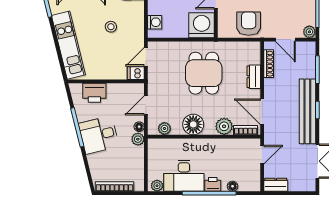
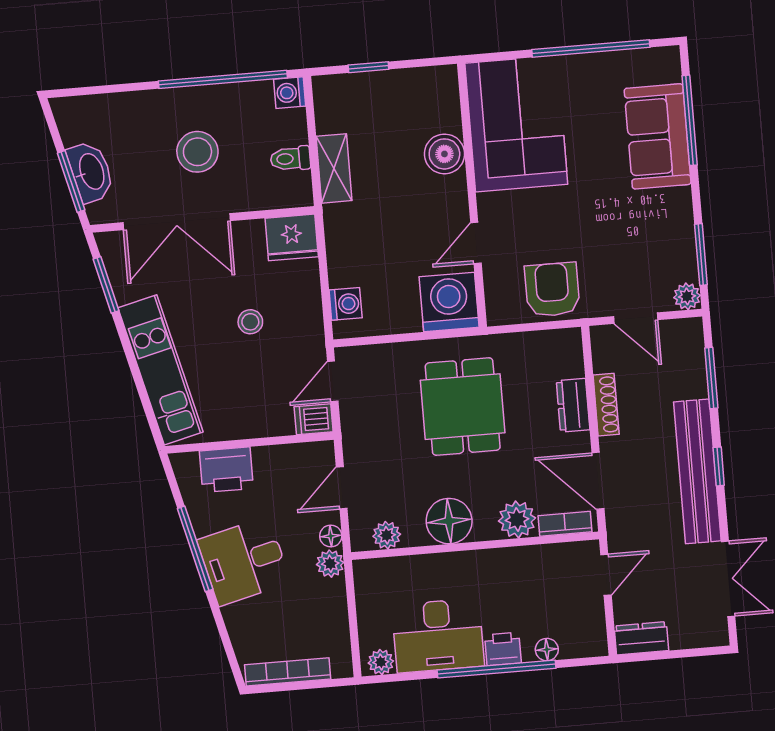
shoe rack: (269, 64) -> (606, 405), moved

